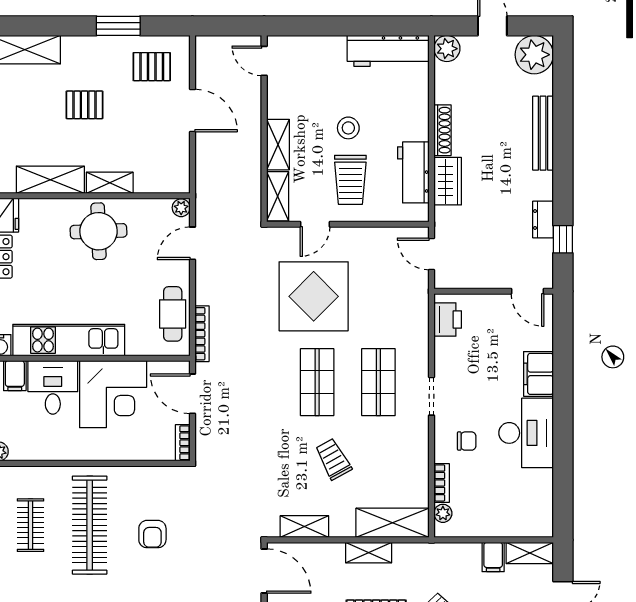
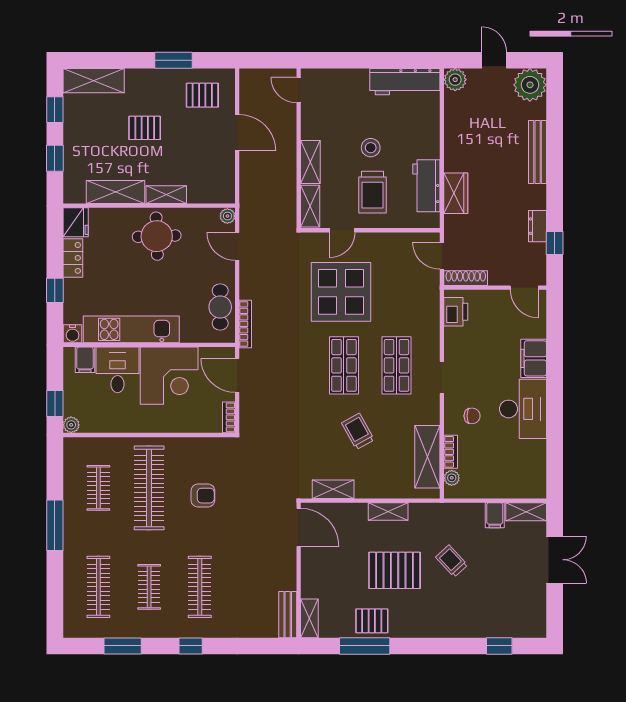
shoe rack: (442, 130) -> (466, 278), moved, turned -90
door: (192, 243) -> (237, 246), hinge flipped
shelving: (392, 523) -> (427, 457), moved, turned 90
armchair: (152, 534) -> (203, 496), turned -90

